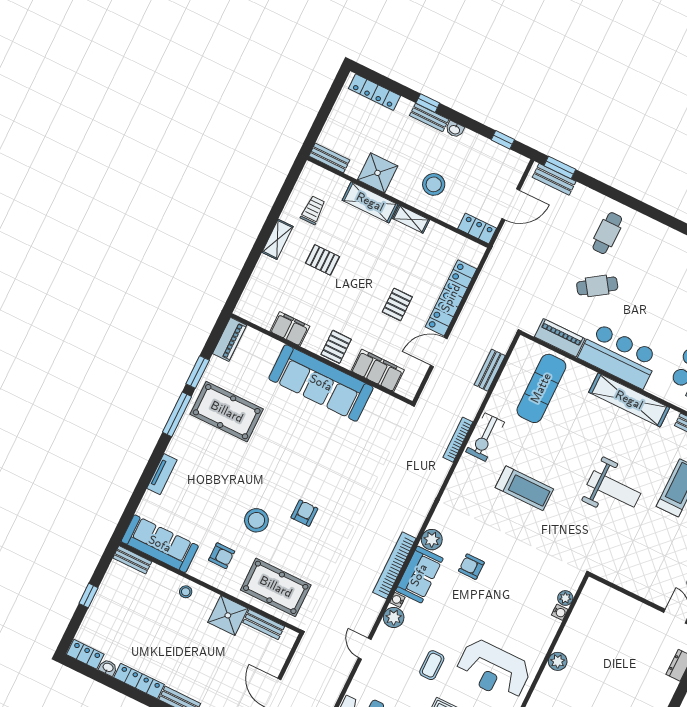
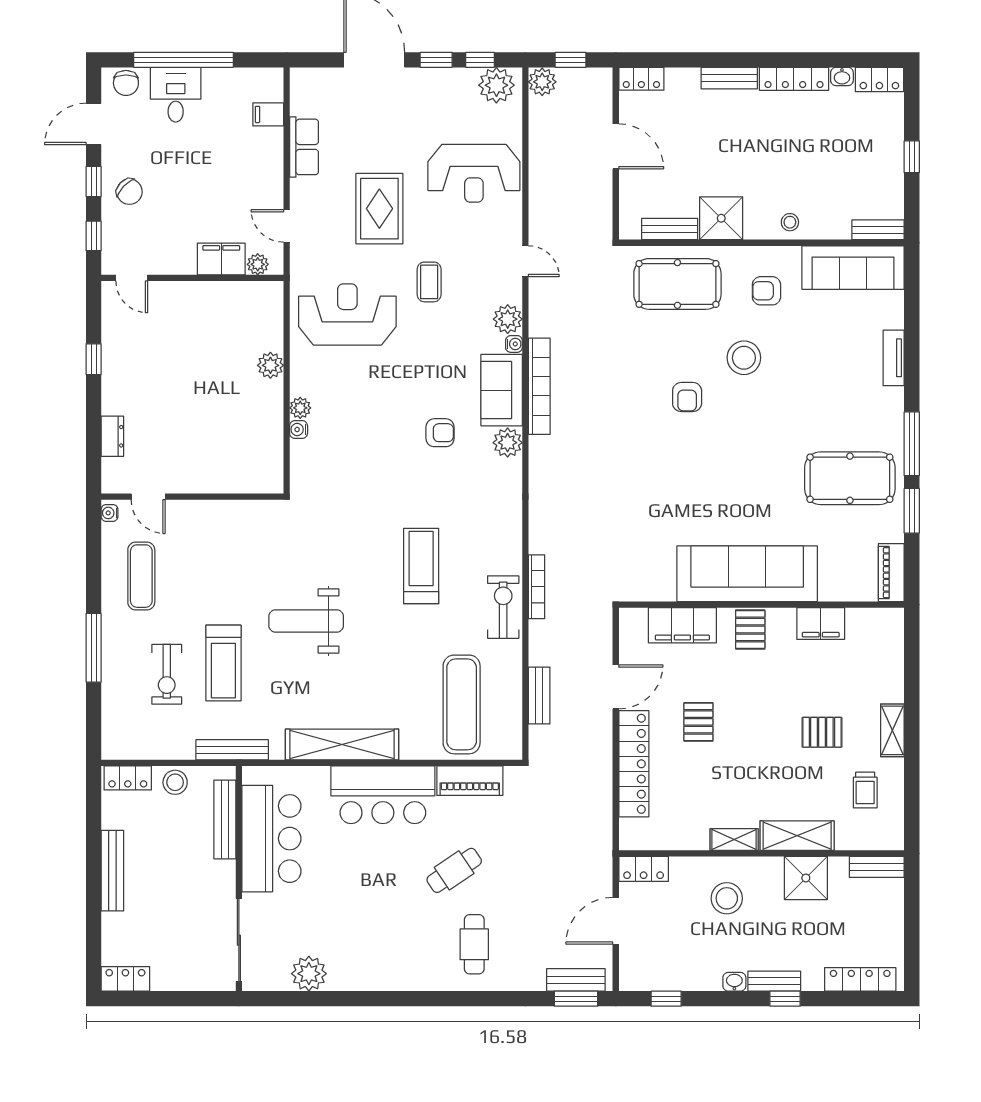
treadmill: (524, 488) -> (421, 566), turned 90
plant: (565, 598) -> (300, 408), moved

